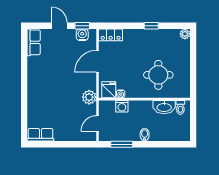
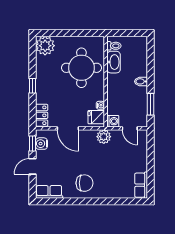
window: (151, 26) -> (33, 86), moved
plant: (185, 34) -> (45, 46), width x1.88, depth x1.88
round table: (158, 75) -> (81, 68), width x1.36, depth x1.36
chair: (43, 78) -> (85, 183), added
washing machine: (122, 106) -> (113, 121), moved

